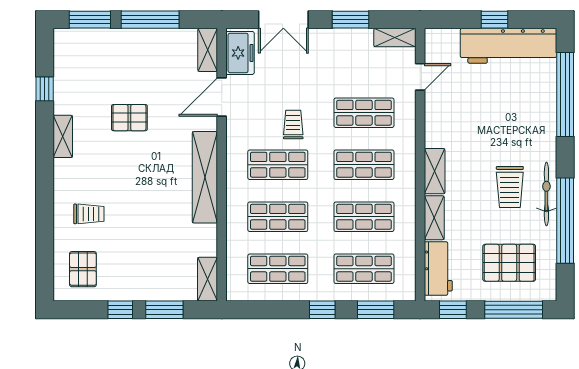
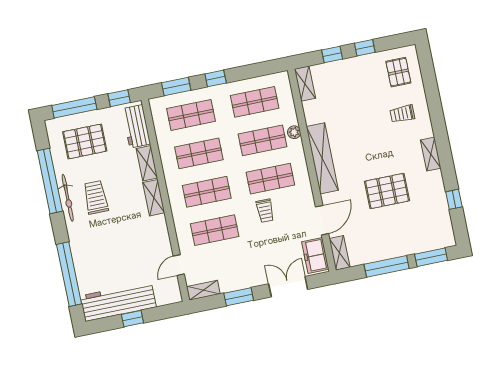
pallet: (129, 118) -> (387, 191), width x1.50, depth x1.42
shelving: (63, 136) -> (431, 154), moved
plant: (235, 219) -> (294, 132), added
window: (164, 310) -> (332, 54), width x0.67

